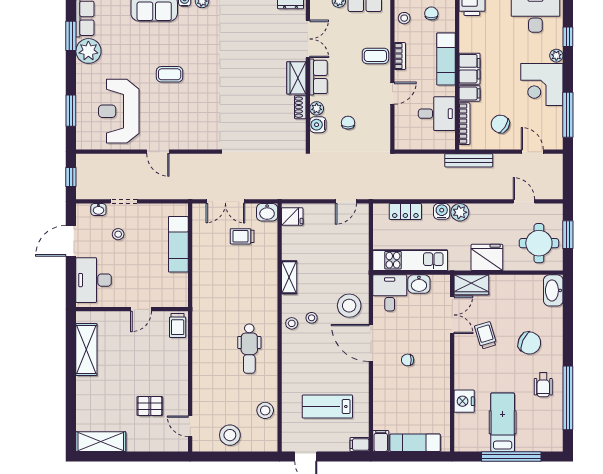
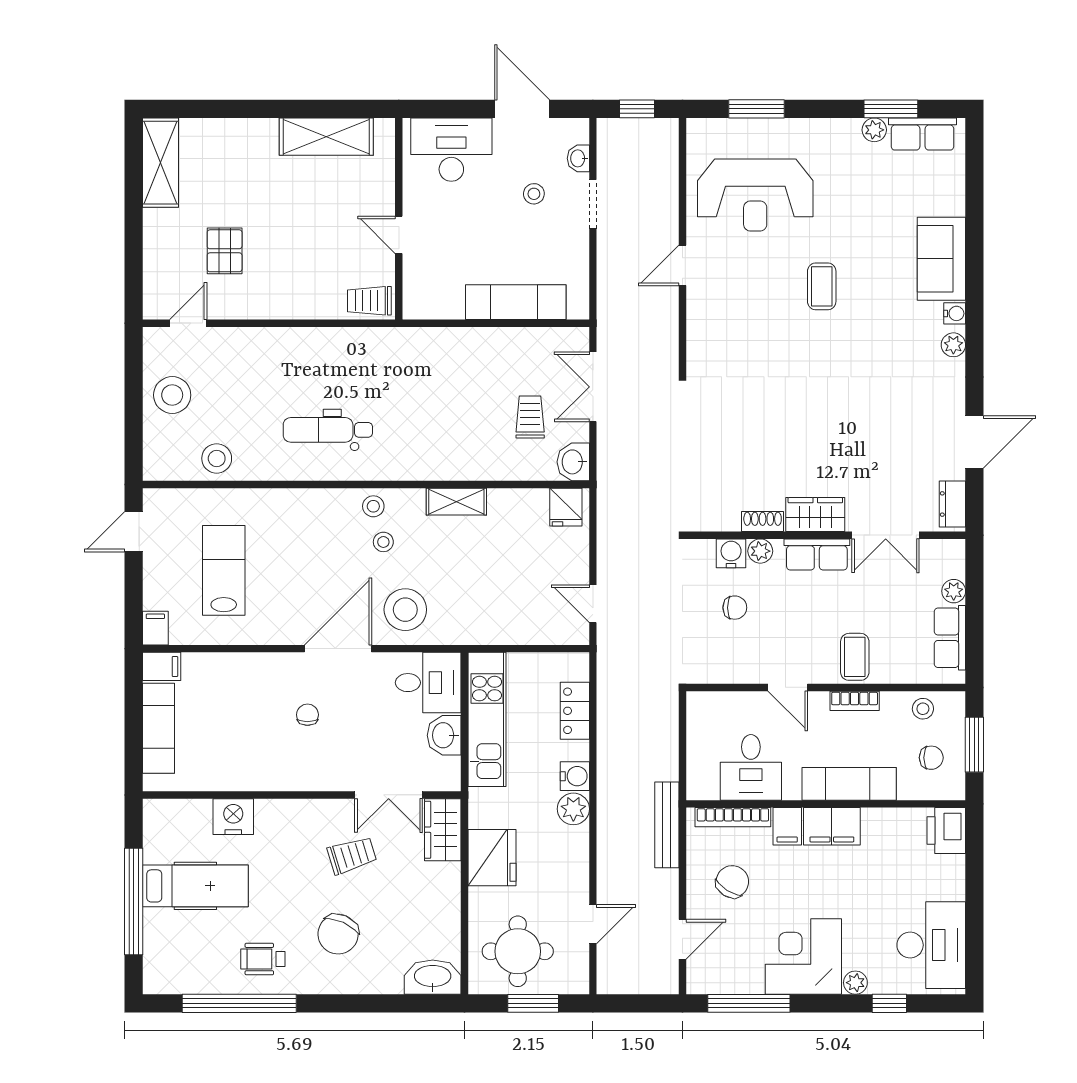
plant: (88, 51) -> (874, 130), width x0.53, depth x0.53
reception desk: (119, 111) -> (755, 195), turned 180

